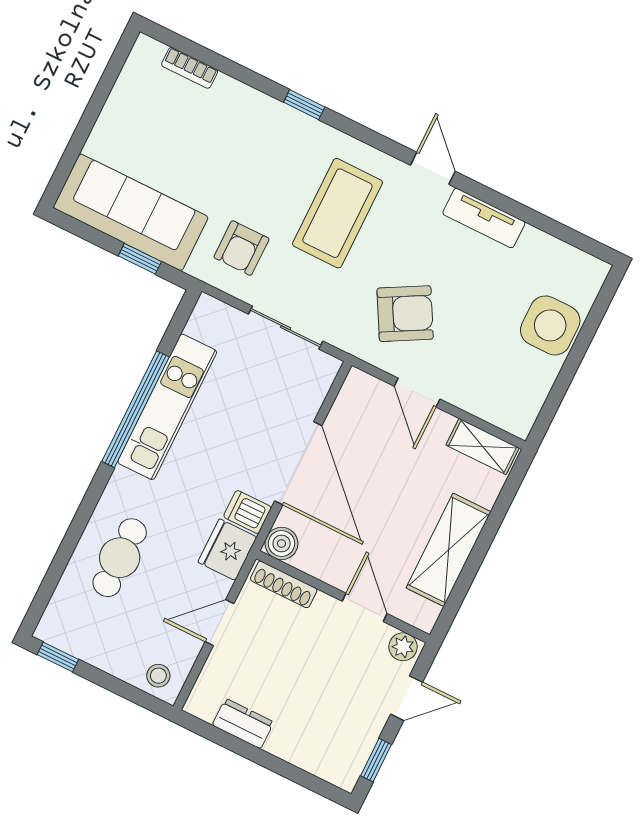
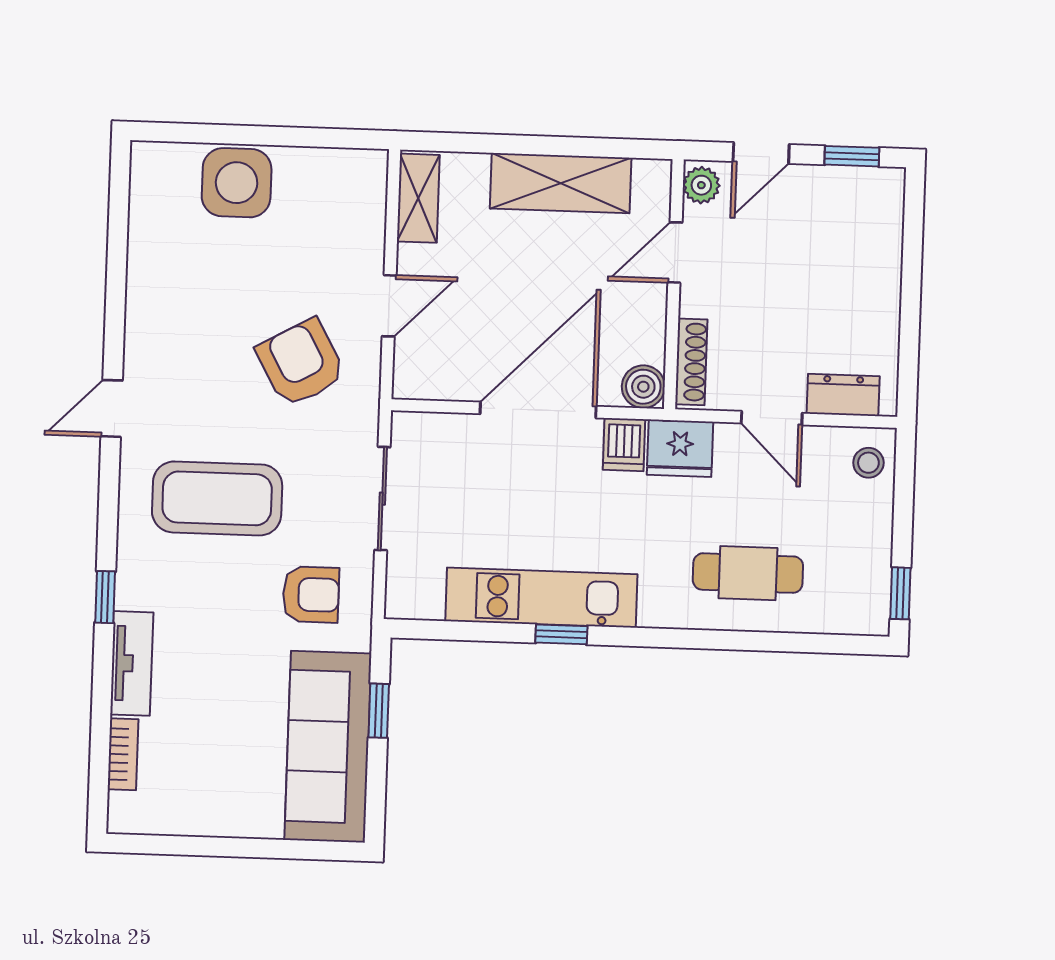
tv unit: (484, 218) -> (132, 663), moved
window: (136, 409) -> (561, 634), width x0.32
door: (407, 698) -> (761, 153), swing flipped
dresser: (243, 724) -> (843, 395), moved, turned 90

